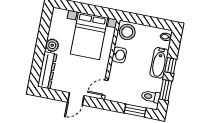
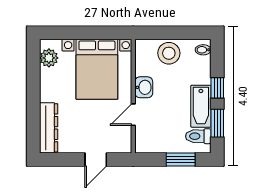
stool: (127, 32) -> (169, 53), moved
plant: (52, 45) -> (49, 58), moved
bathtub: (159, 63) -> (201, 106), moved
door: (105, 88) -> (133, 115), moved

